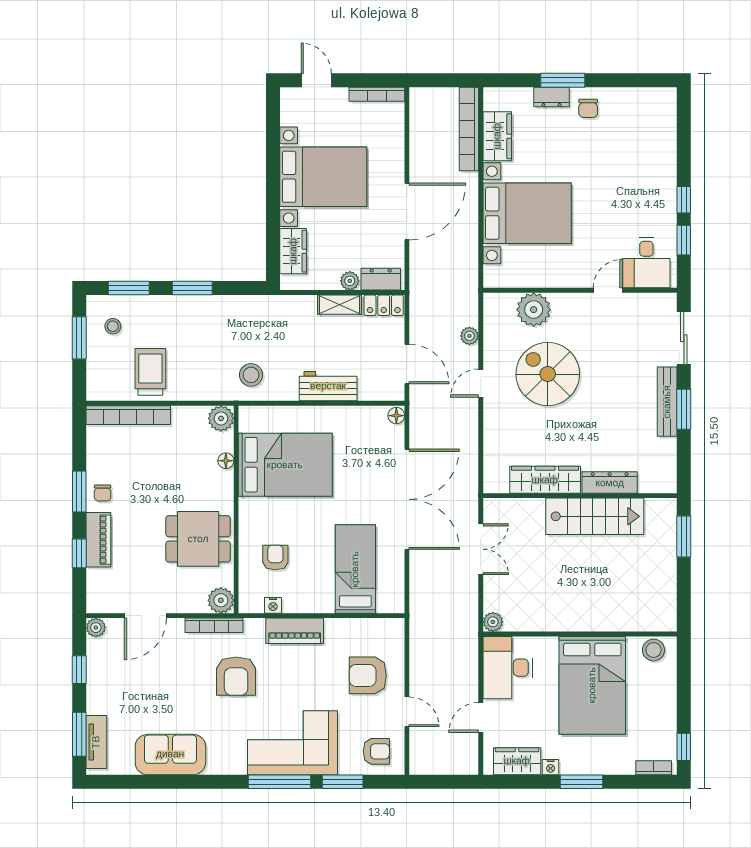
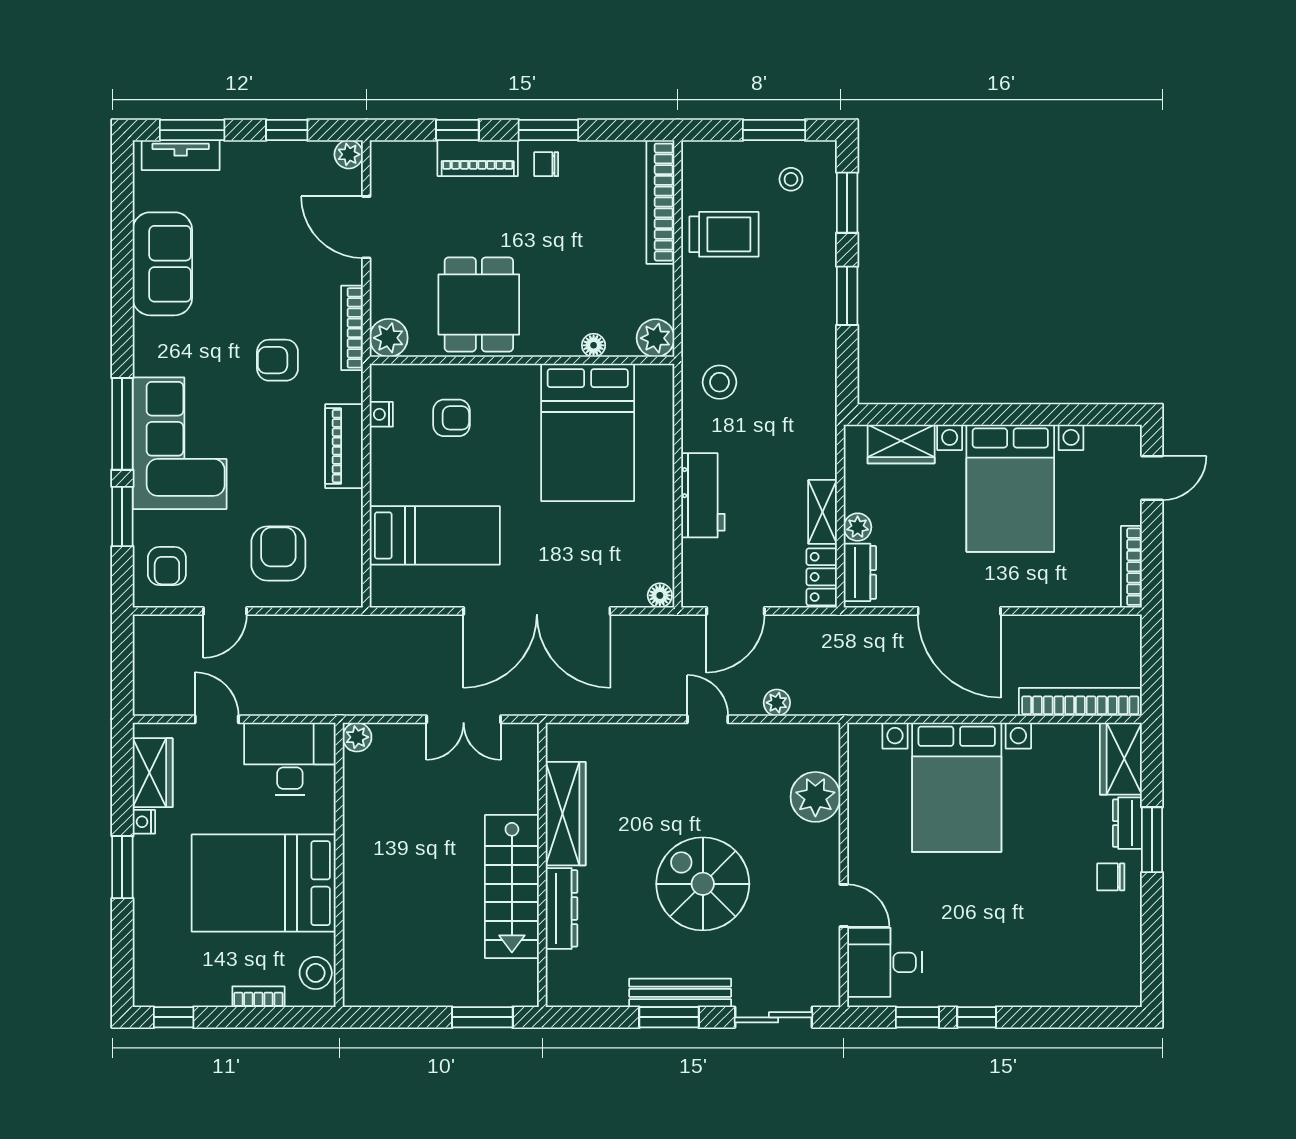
wardrobe: (497, 136) -> (1121, 759), moved, turned 90
spiral stairs: (548, 374) -> (703, 884), moved, turned -90
armchair: (236, 676) -> (277, 360), width x0.72, depth x0.72
bookcase: (654, 768) -> (258, 997), moved, turned -90

